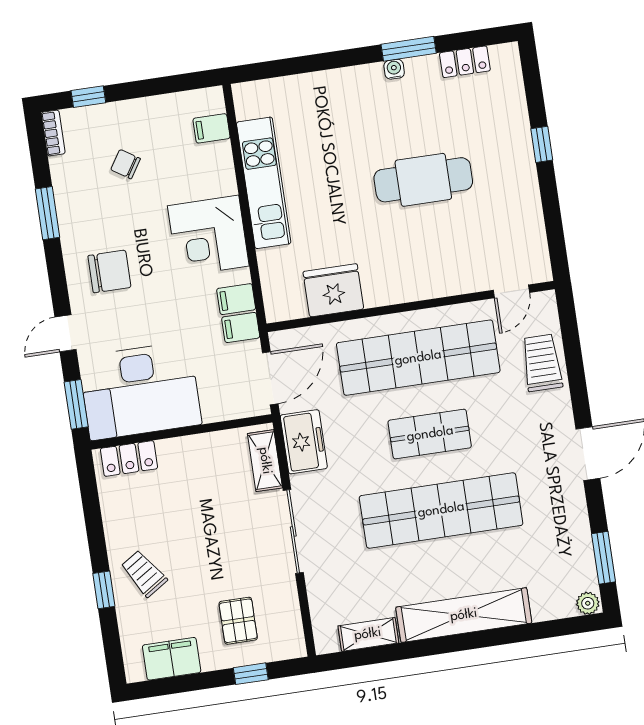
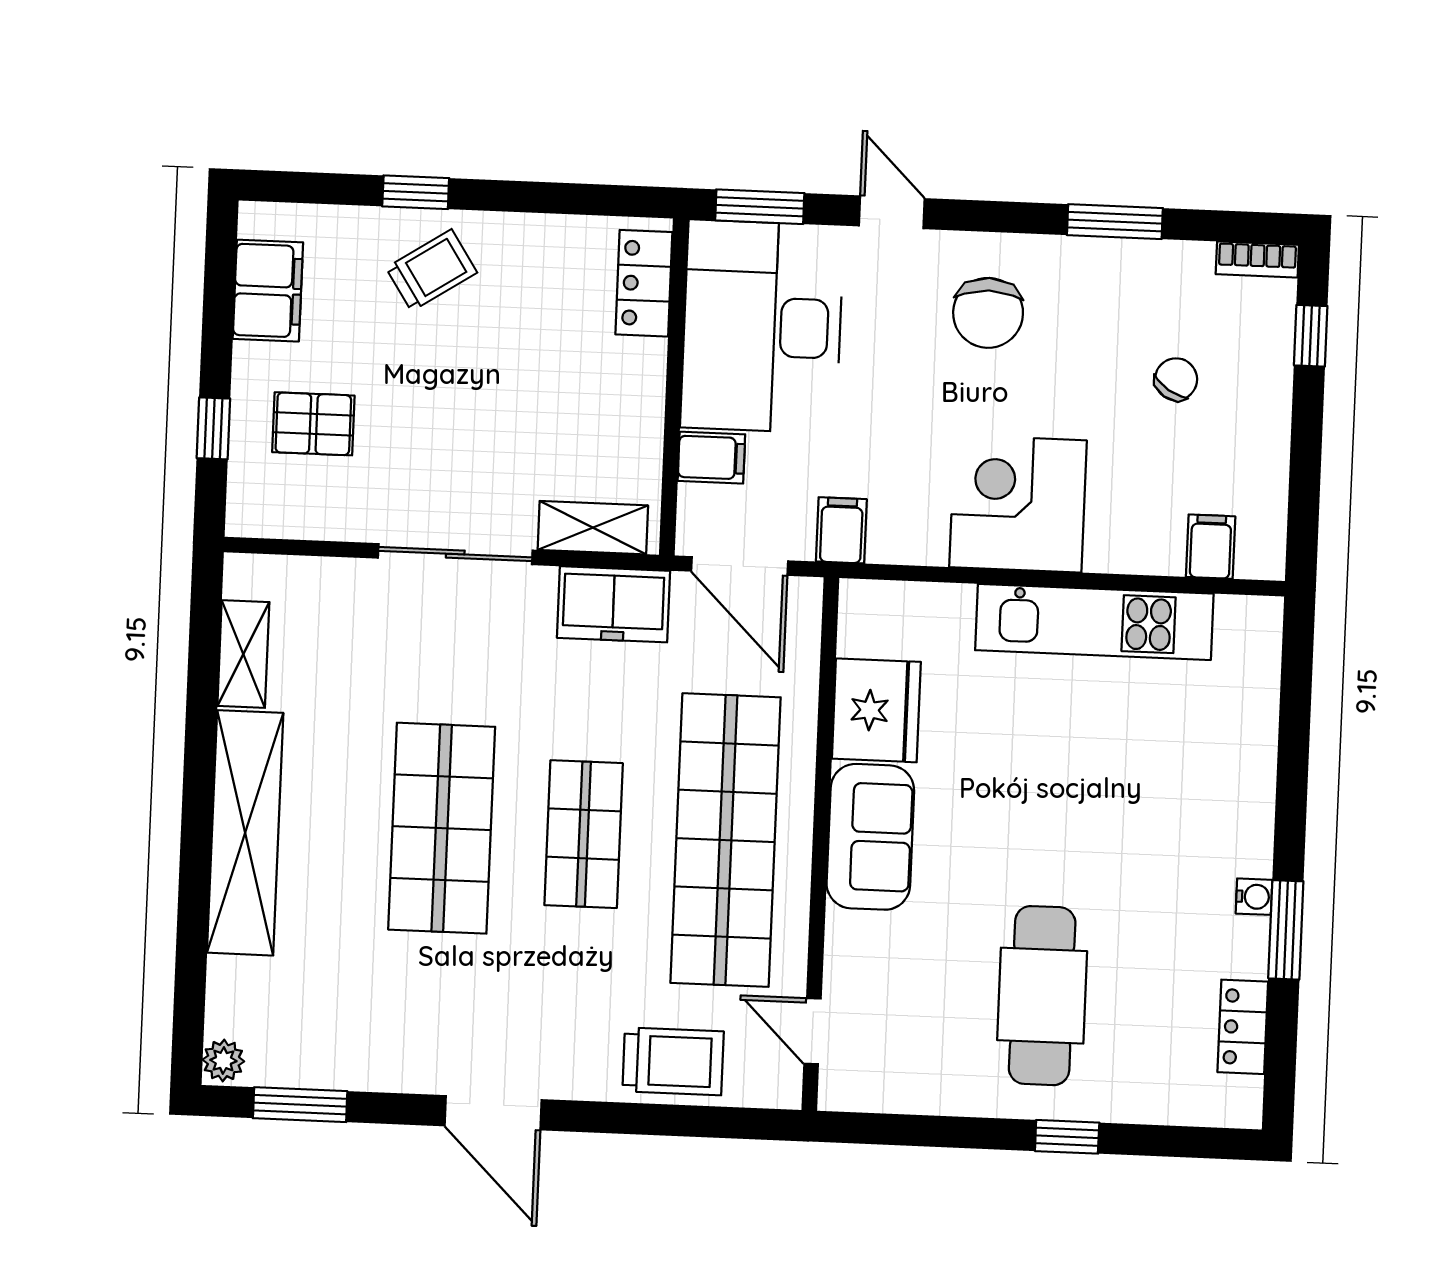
cafe table: (423, 180) -> (1042, 996), moved
sofa: (402, 280) -> (870, 837), added
filing cabinet: (236, 299) -> (711, 458), moved, turned 90
shop shelf: (441, 510) -> (442, 828), width x0.71

